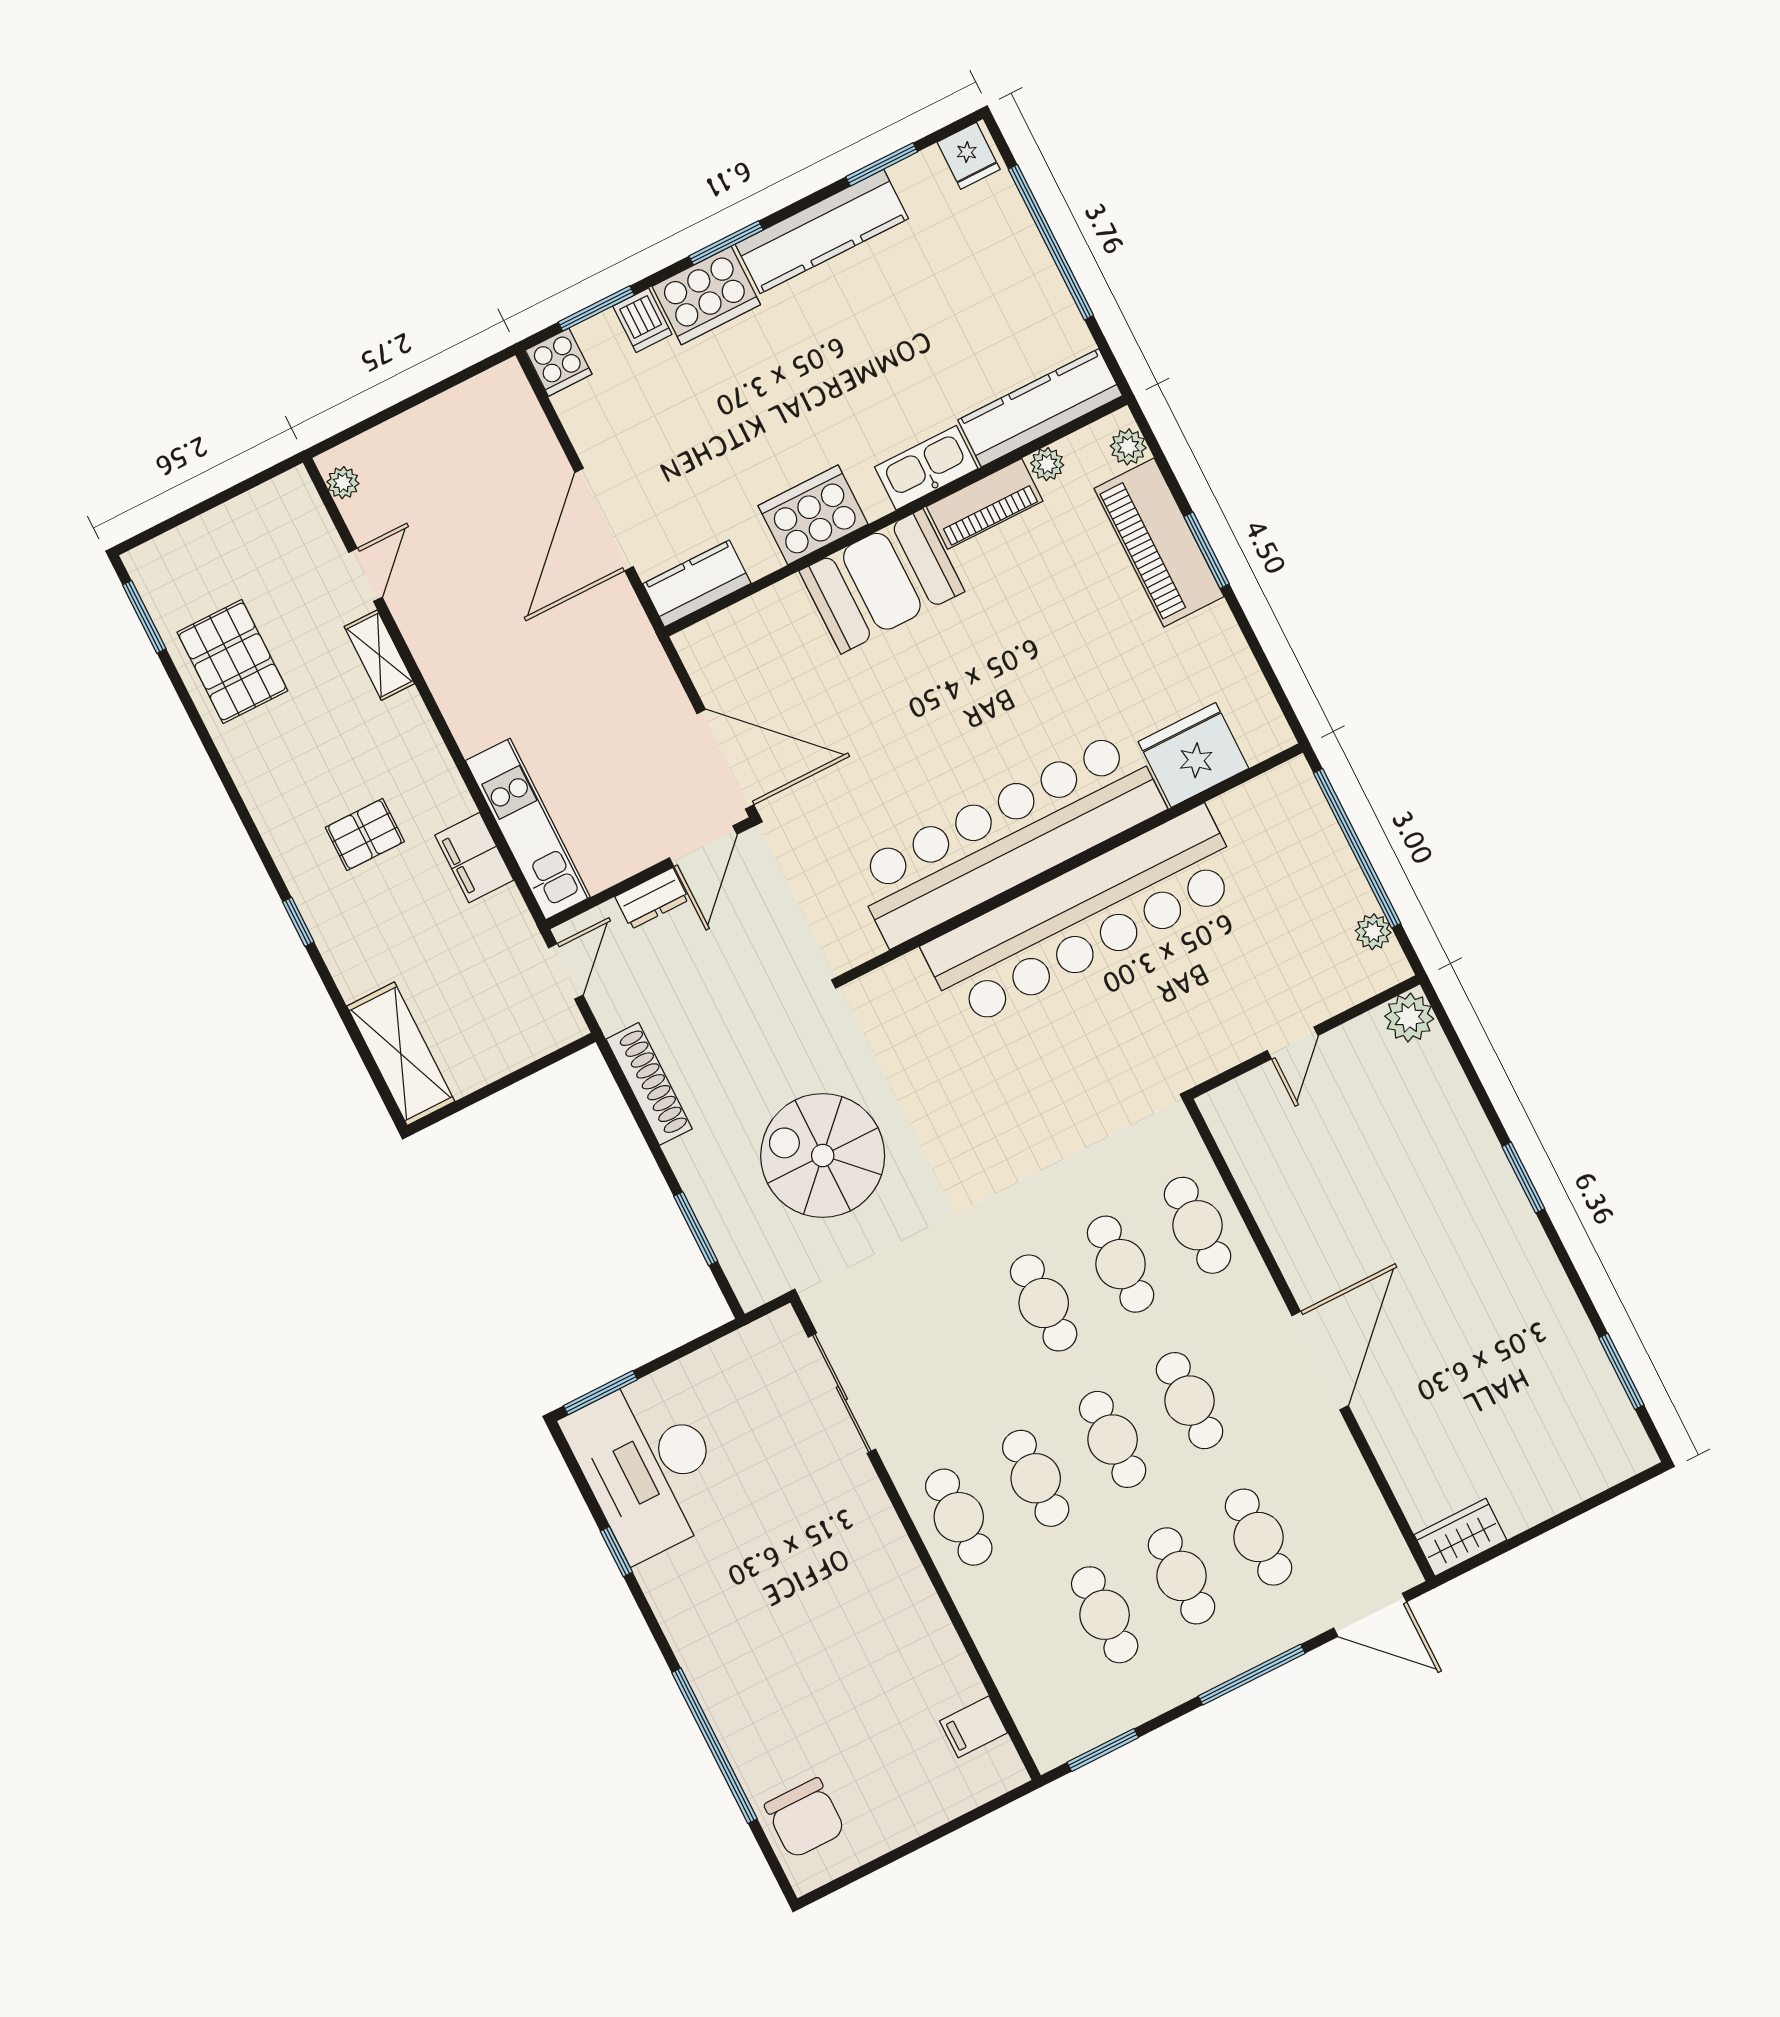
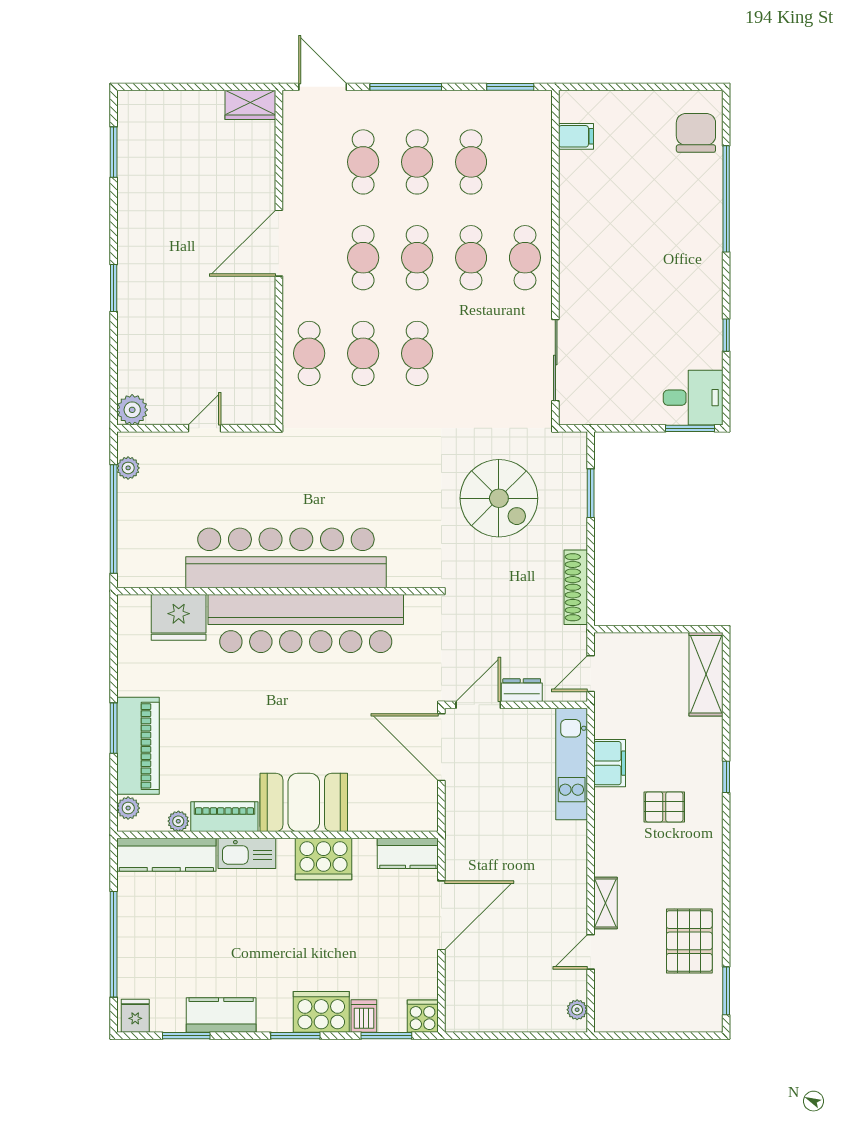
kitchen counter: (822, 231) -> (221, 1015), width x0.67
desk: (648, 1466) -> (693, 398), width x0.53, depth x0.77

